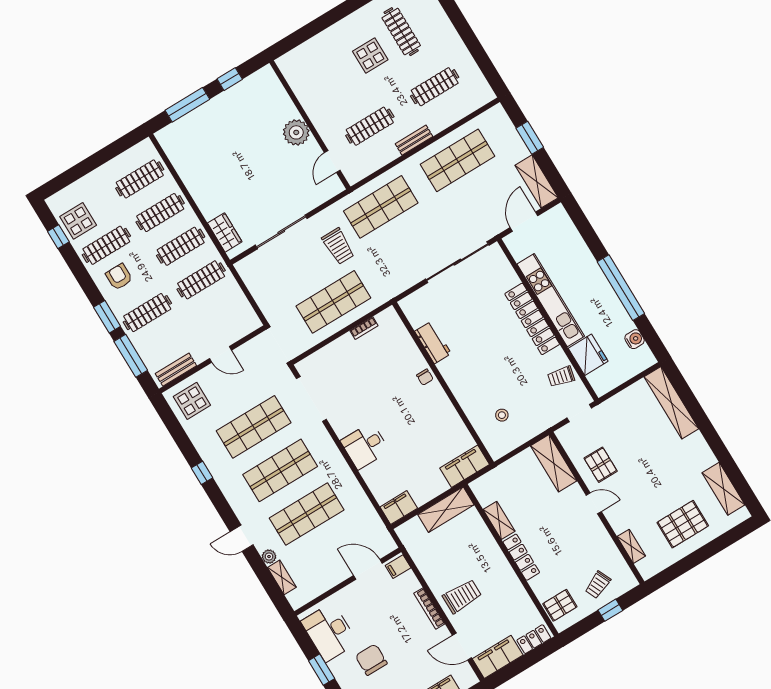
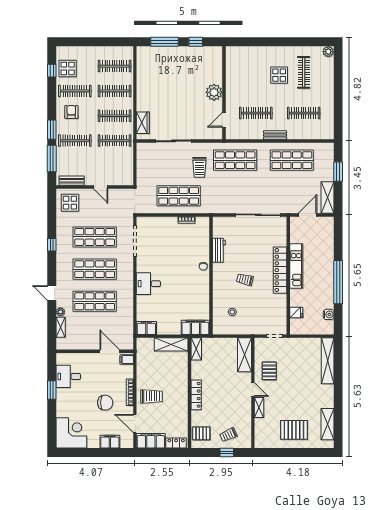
kitchen unit: (551, 300) -> (296, 266), width x0.73
fridge: (588, 355) -> (296, 312), width x0.53, depth x0.75
trolley: (561, 377) -> (245, 280), moved
shelving: (499, 520) -> (196, 349), moved
shelving: (631, 546) -> (259, 407), moved
desk: (329, 632) -> (68, 376), width x0.73
chair: (371, 660) -> (105, 403), moved, turned 90

